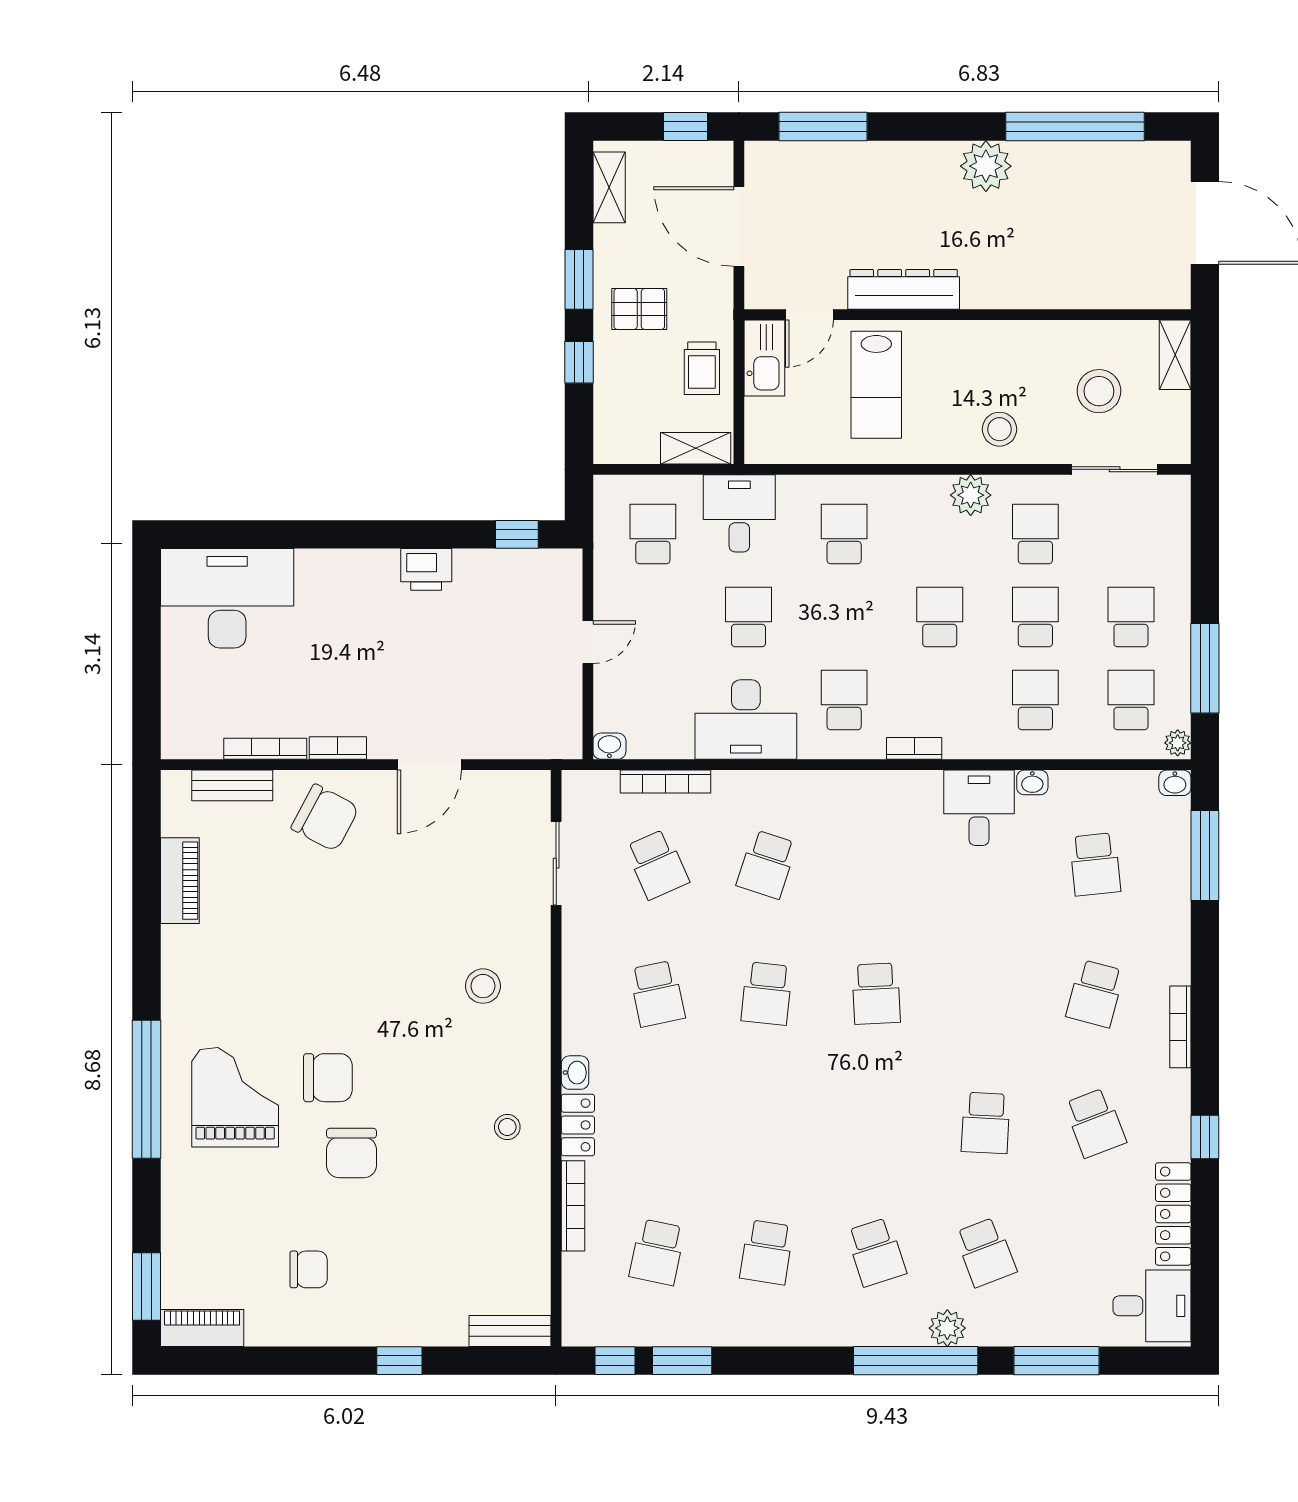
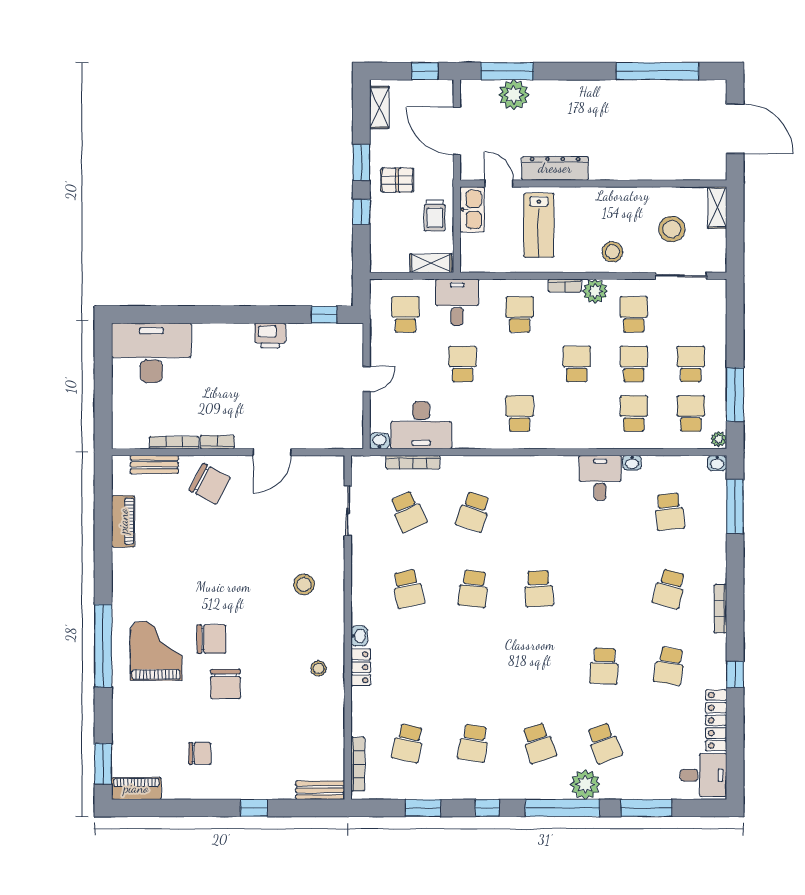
plant: (986, 166) -> (514, 95), moved
door: (809, 315) -> (499, 183), swing flipped
desk: (746, 720) -> (421, 425), moved
bookcase: (914, 748) -> (565, 286), moved, turned 180
school desk: (1095, 1123) -> (669, 666), turned 30
bookcase: (573, 1206) -> (358, 764), moved
plant: (947, 1328) -> (585, 784), width x1.36, depth x1.36
window: (615, 1361) -> (487, 808), moved

